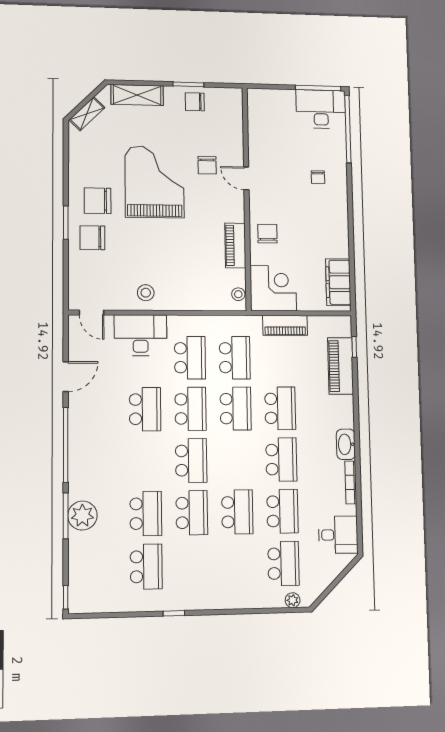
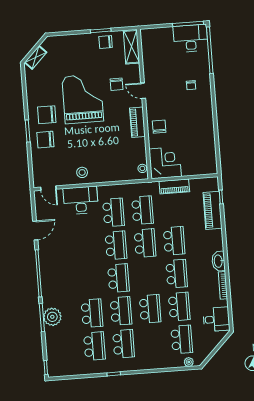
shelving: (137, 95) -> (131, 47), moved, turned 90
piano: (235, 245) -> (137, 122), moved
filing cabinet: (338, 282) -> (208, 155), removed
school desk: (145, 409) -> (124, 344), moved

